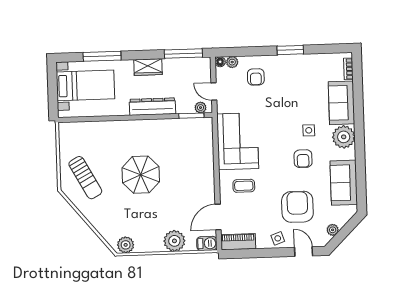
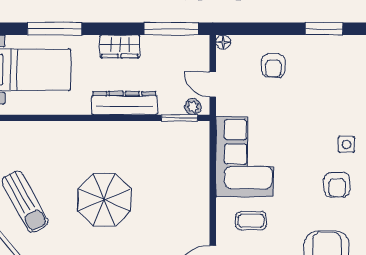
plant: (232, 62) -> (240, 43), removed

